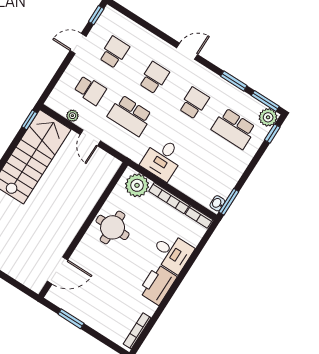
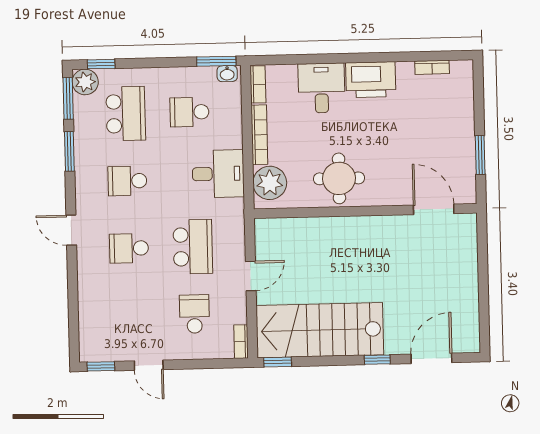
school desk: (114, 52) -> (189, 112), moved
bookcase: (56, 106) -> (241, 342), added
plant: (72, 116) -> (239, 315), removed
bookcase: (137, 331) -> (432, 67), width x0.64

